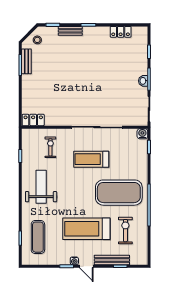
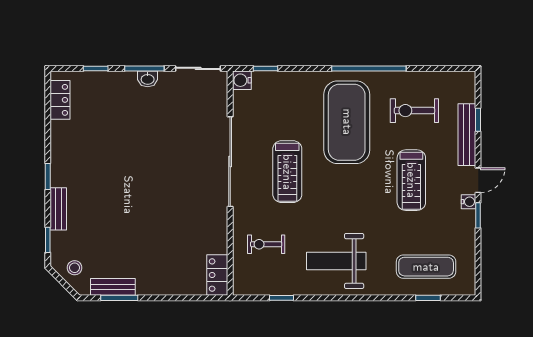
locker: (121, 32) -> (60, 100), moved
treadmill: (86, 229) -> (411, 180), width x0.73, depth x0.73

